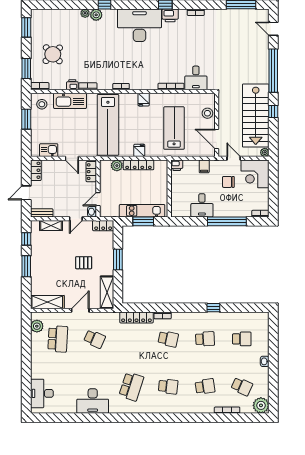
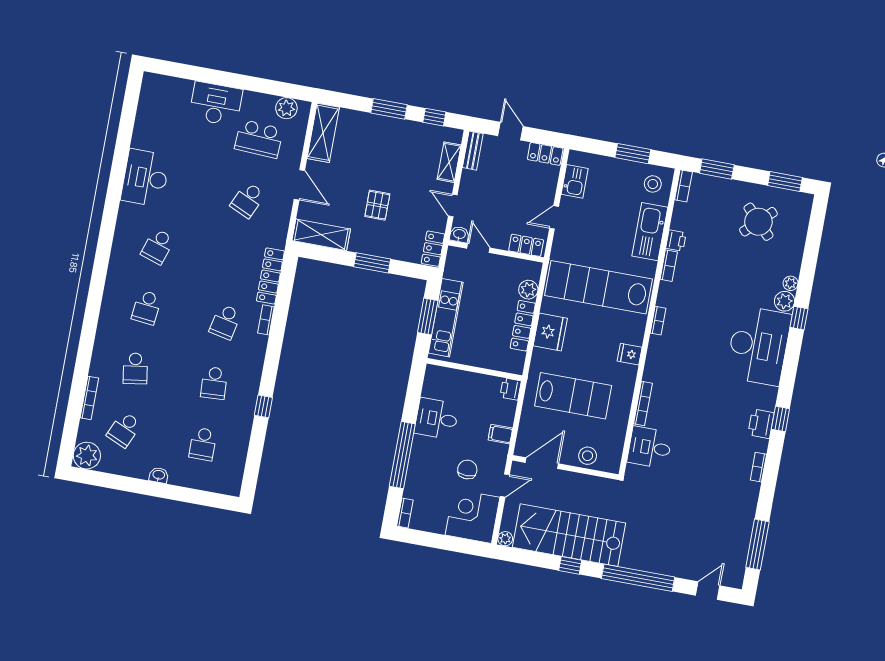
desk: (139, 25) -> (758, 346), moved
round table: (53, 54) -> (758, 222), moved
fridge: (139, 150) -> (550, 332), width x1.88, depth x1.34
school desk: (131, 386) -> (158, 246), width x0.54
desk: (42, 393) -> (216, 104), moved

